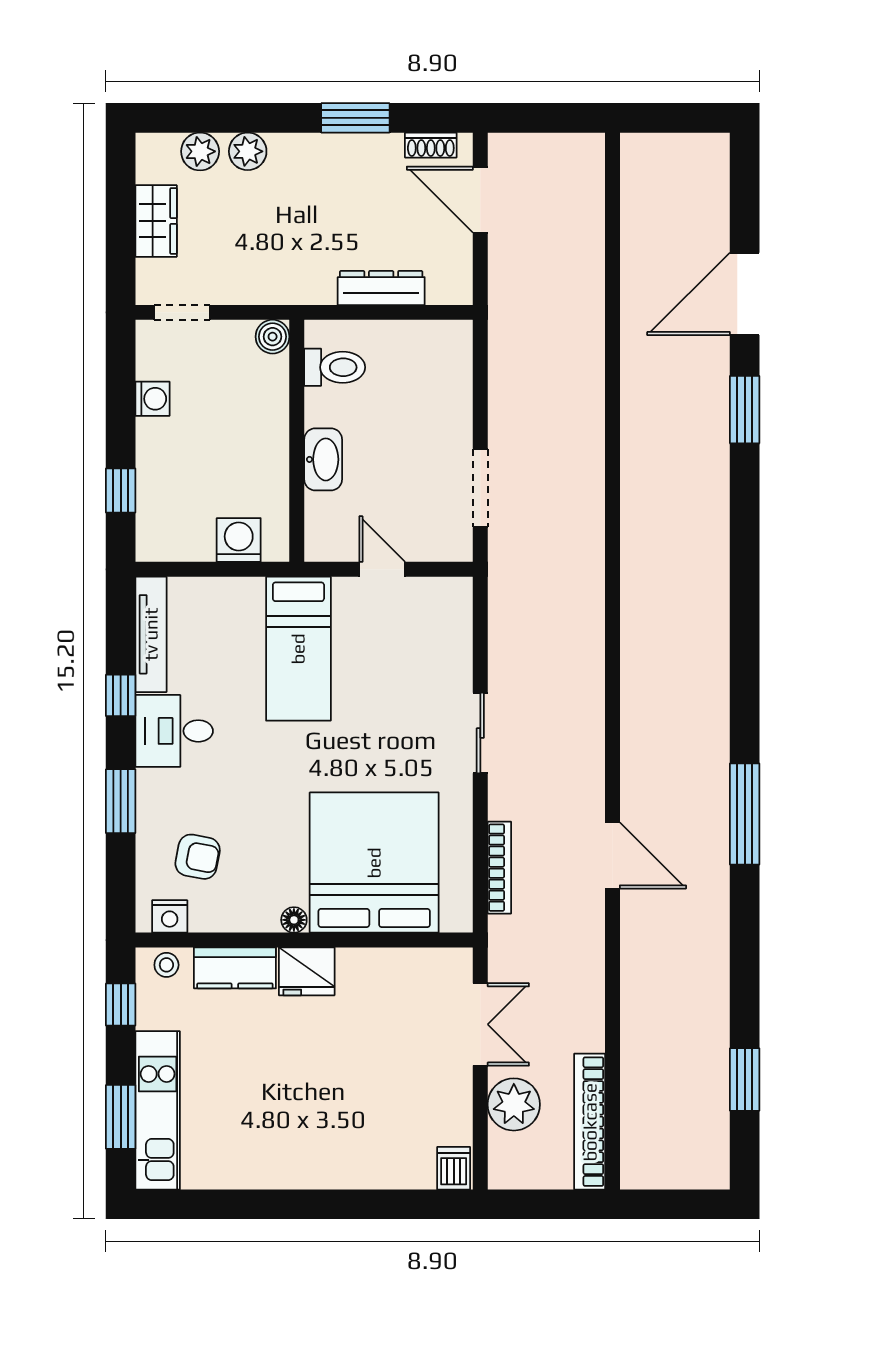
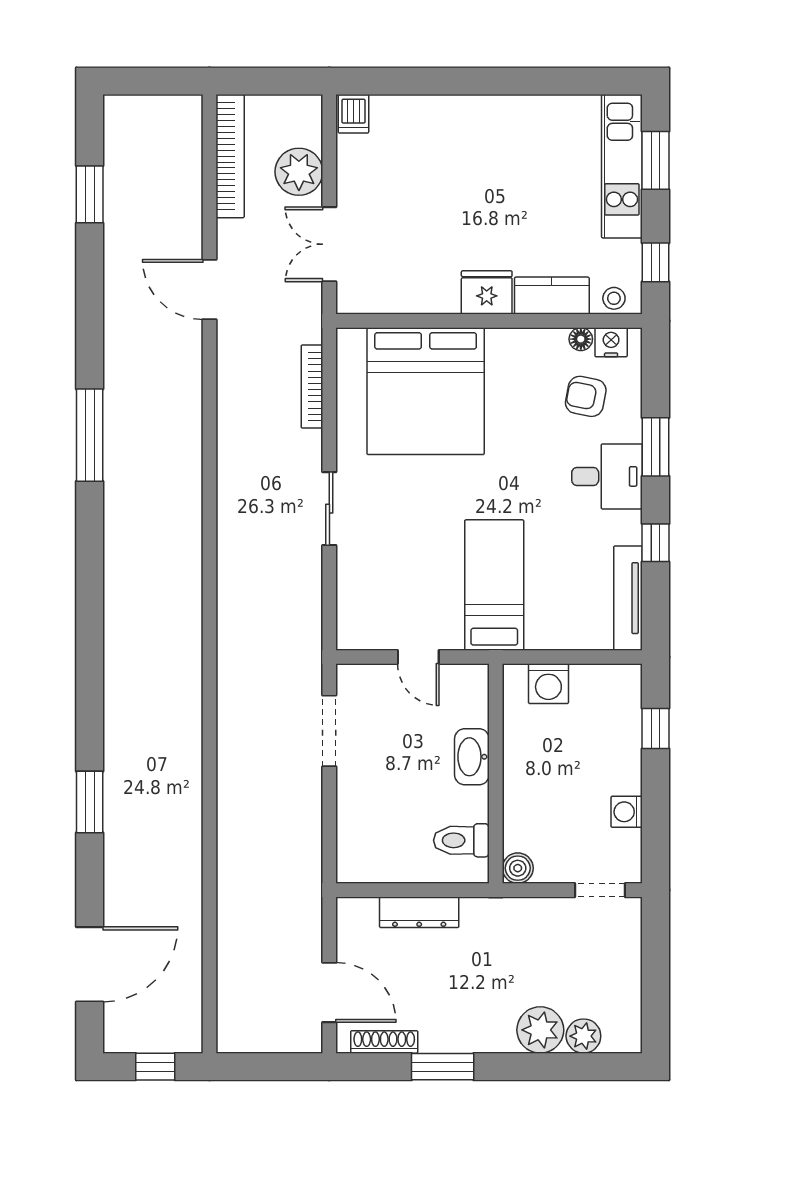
window: (672, 118) -> (155, 1067), added
shoe rack: (431, 145) -> (384, 1042), width x1.43
plant: (248, 151) -> (540, 1030), width x1.36, depth x1.36
wardrobe: (156, 221) -> (623, 973), removed
door: (745, 294) -> (90, 964), moved
desk: (174, 731) -> (607, 476), moved
door: (612, 855) -> (209, 290), moved
floor lamp: (294, 920) -> (581, 339), moved

